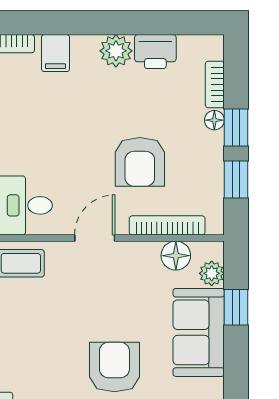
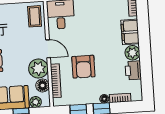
filing cabinet: (55, 53) -> (130, 32), width x2.00
armchair: (140, 162) -> (83, 67), turned -90
plant: (137, 262) -> (38, 68), added

